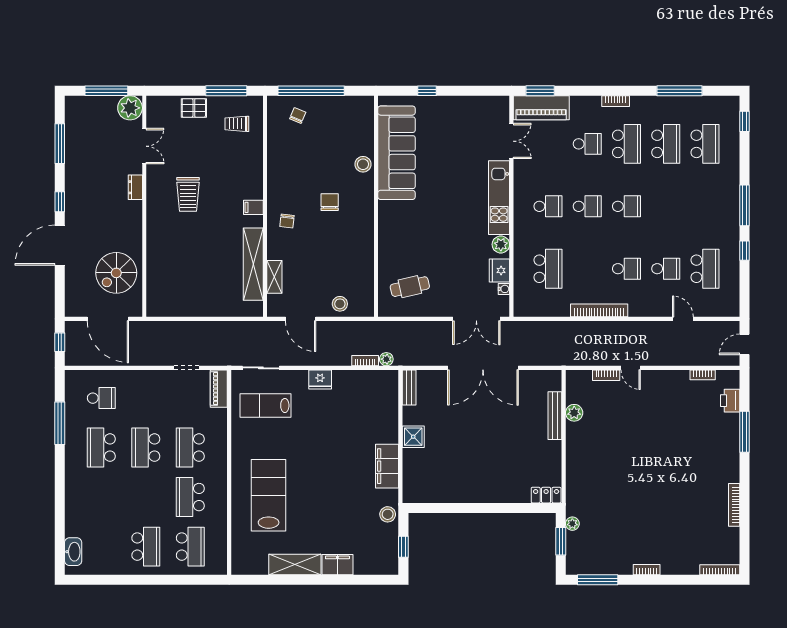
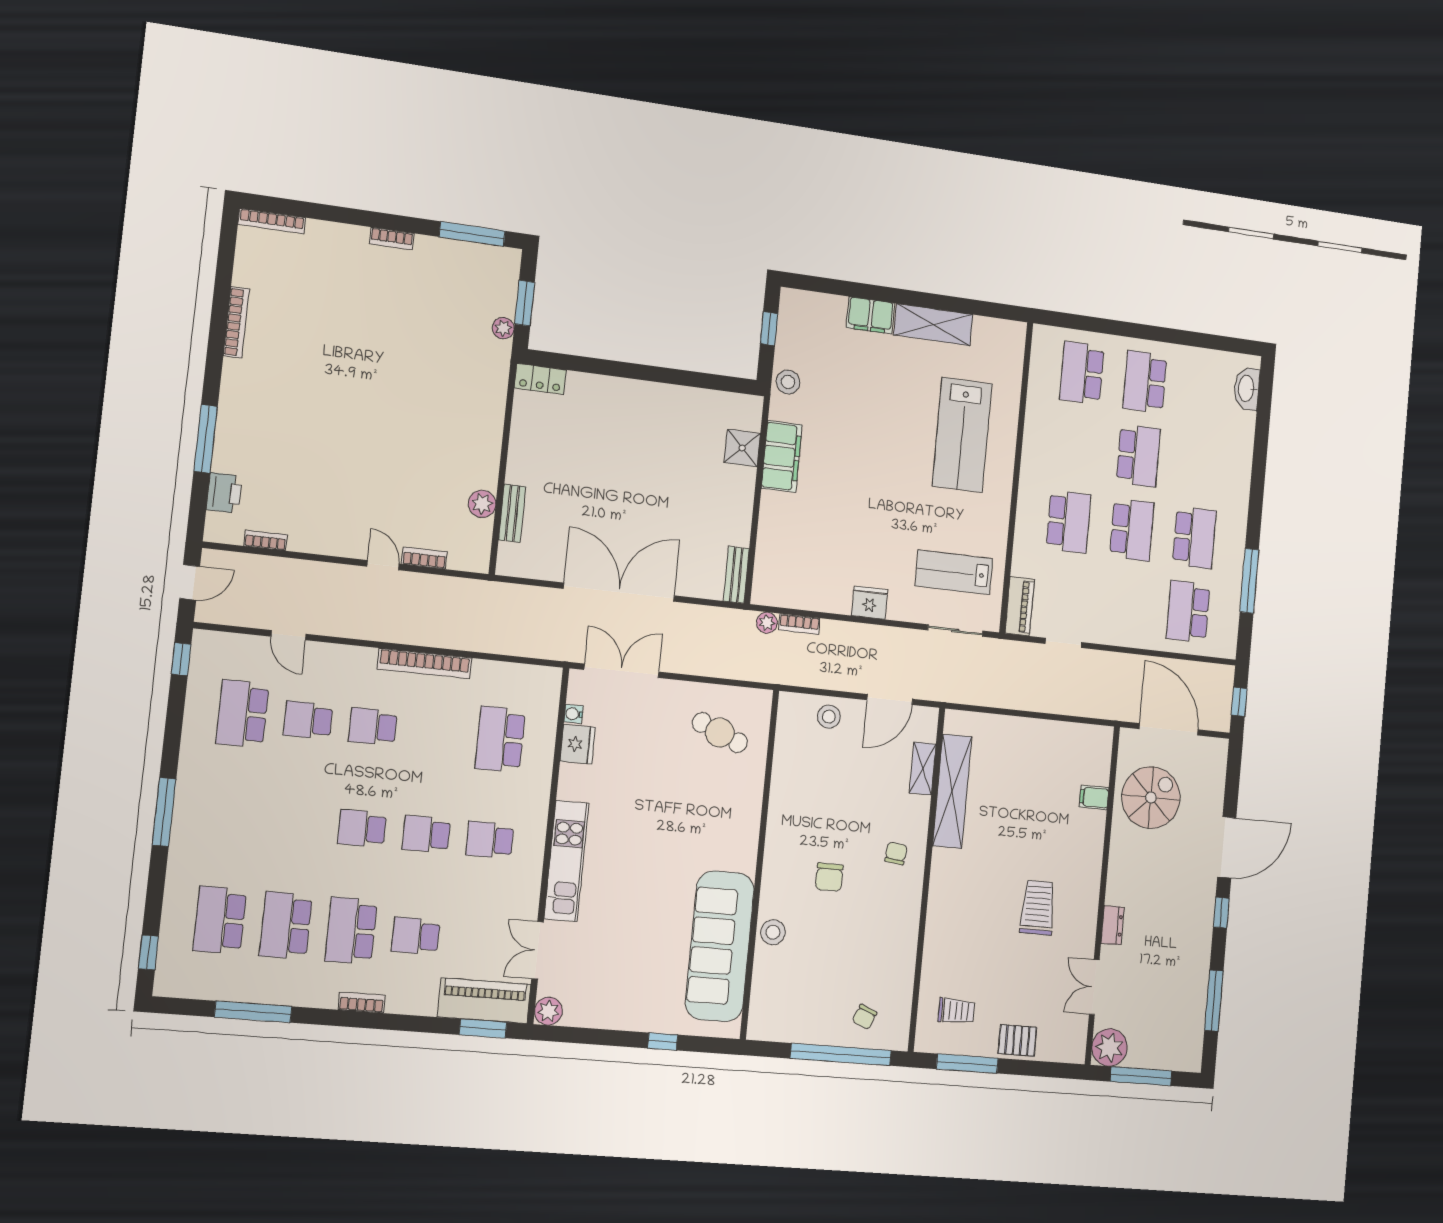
filing cabinet: (253, 207) -> (1094, 797), moved, turned 180
plant: (501, 244) -> (548, 1011), moved
window: (744, 251) -> (181, 659), moved
cafe table: (410, 287) -> (720, 733), turned 36
door: (301, 319) -> (890, 699), swing flipped
school desk: (101, 398) -> (1188, 612), width x1.85
lab bench: (266, 405) -> (954, 572), turned 180
bench: (555, 416) -> (512, 513), width x0.73
shower: (413, 437) -> (742, 448), moved
school desk: (190, 497) -> (1138, 456), moved

